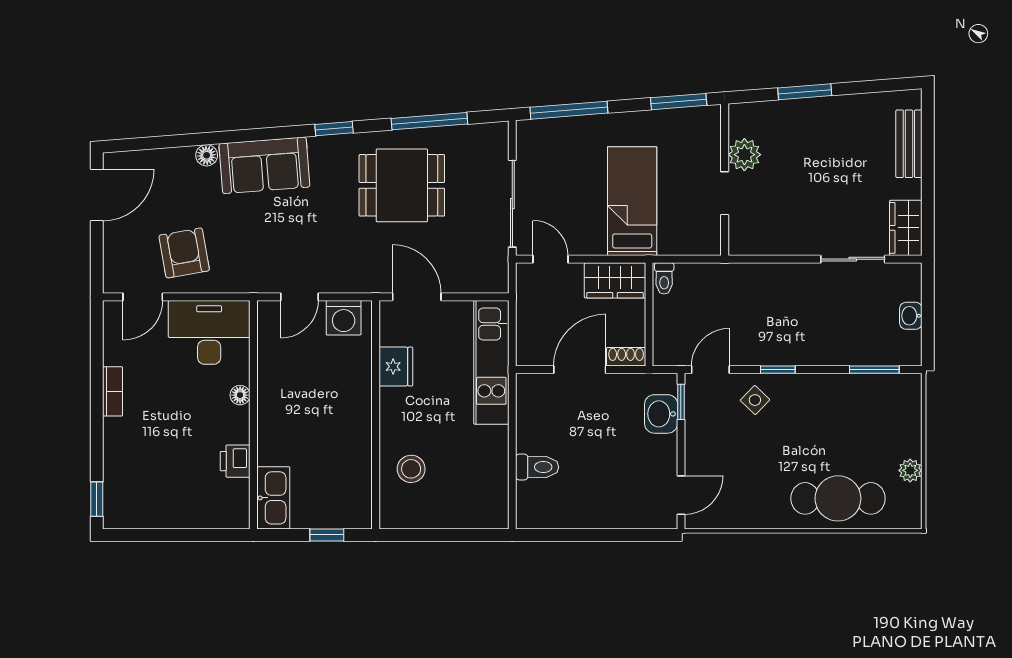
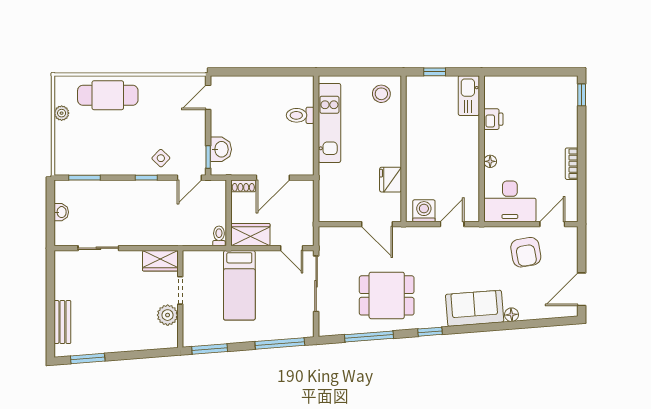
window: (805, 92) -> (88, 359), moved
wardrobe: (906, 228) -> (160, 261), moved, turned 90
kitchen unit: (491, 362) -> (329, 123), moved
stool: (411, 469) -> (381, 94), moved

